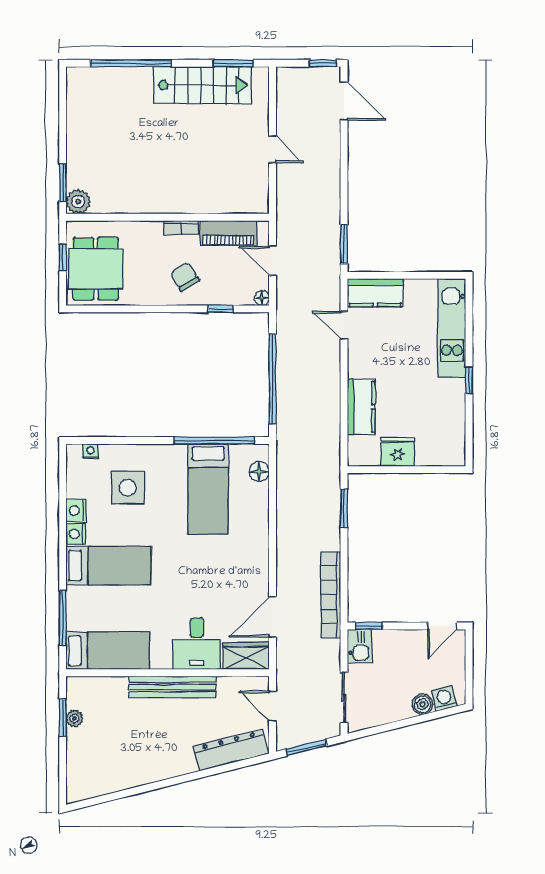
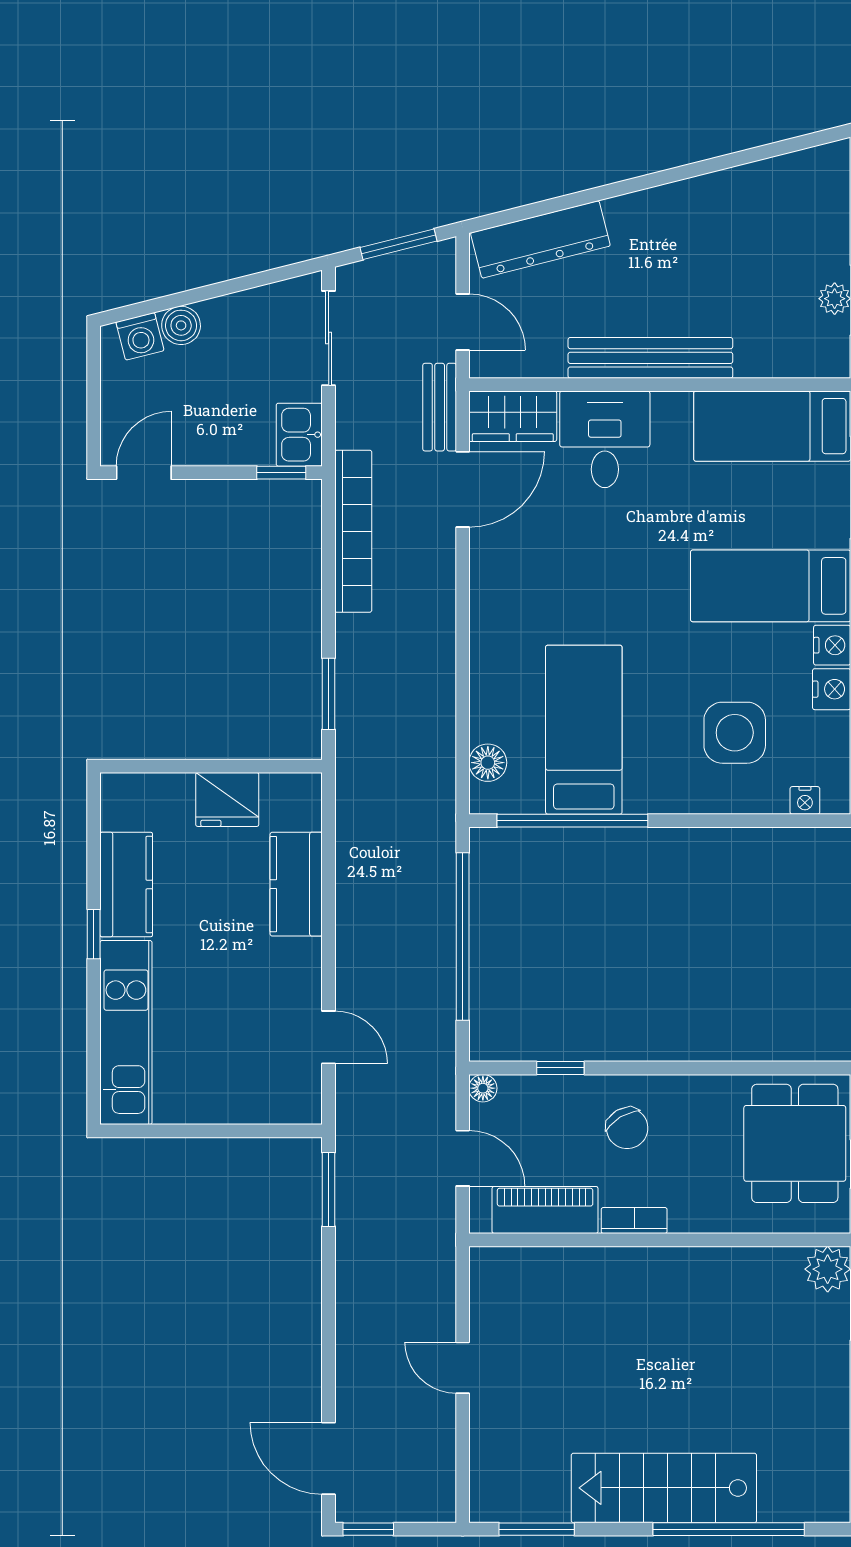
stairs: (203, 85) -> (664, 1488), moved
kitchen counter: (375, 293) -> (126, 885), moved, turned 90
bench: (285, 661) -> (440, 407), added

